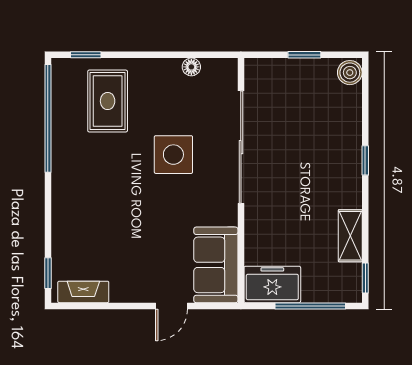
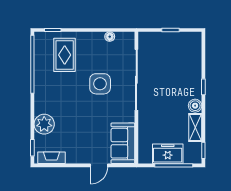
boiler: (350, 73) -> (195, 106), moved
plant: (70, 230) -> (44, 124), added
freezer: (272, 284) -> (168, 154), moved

